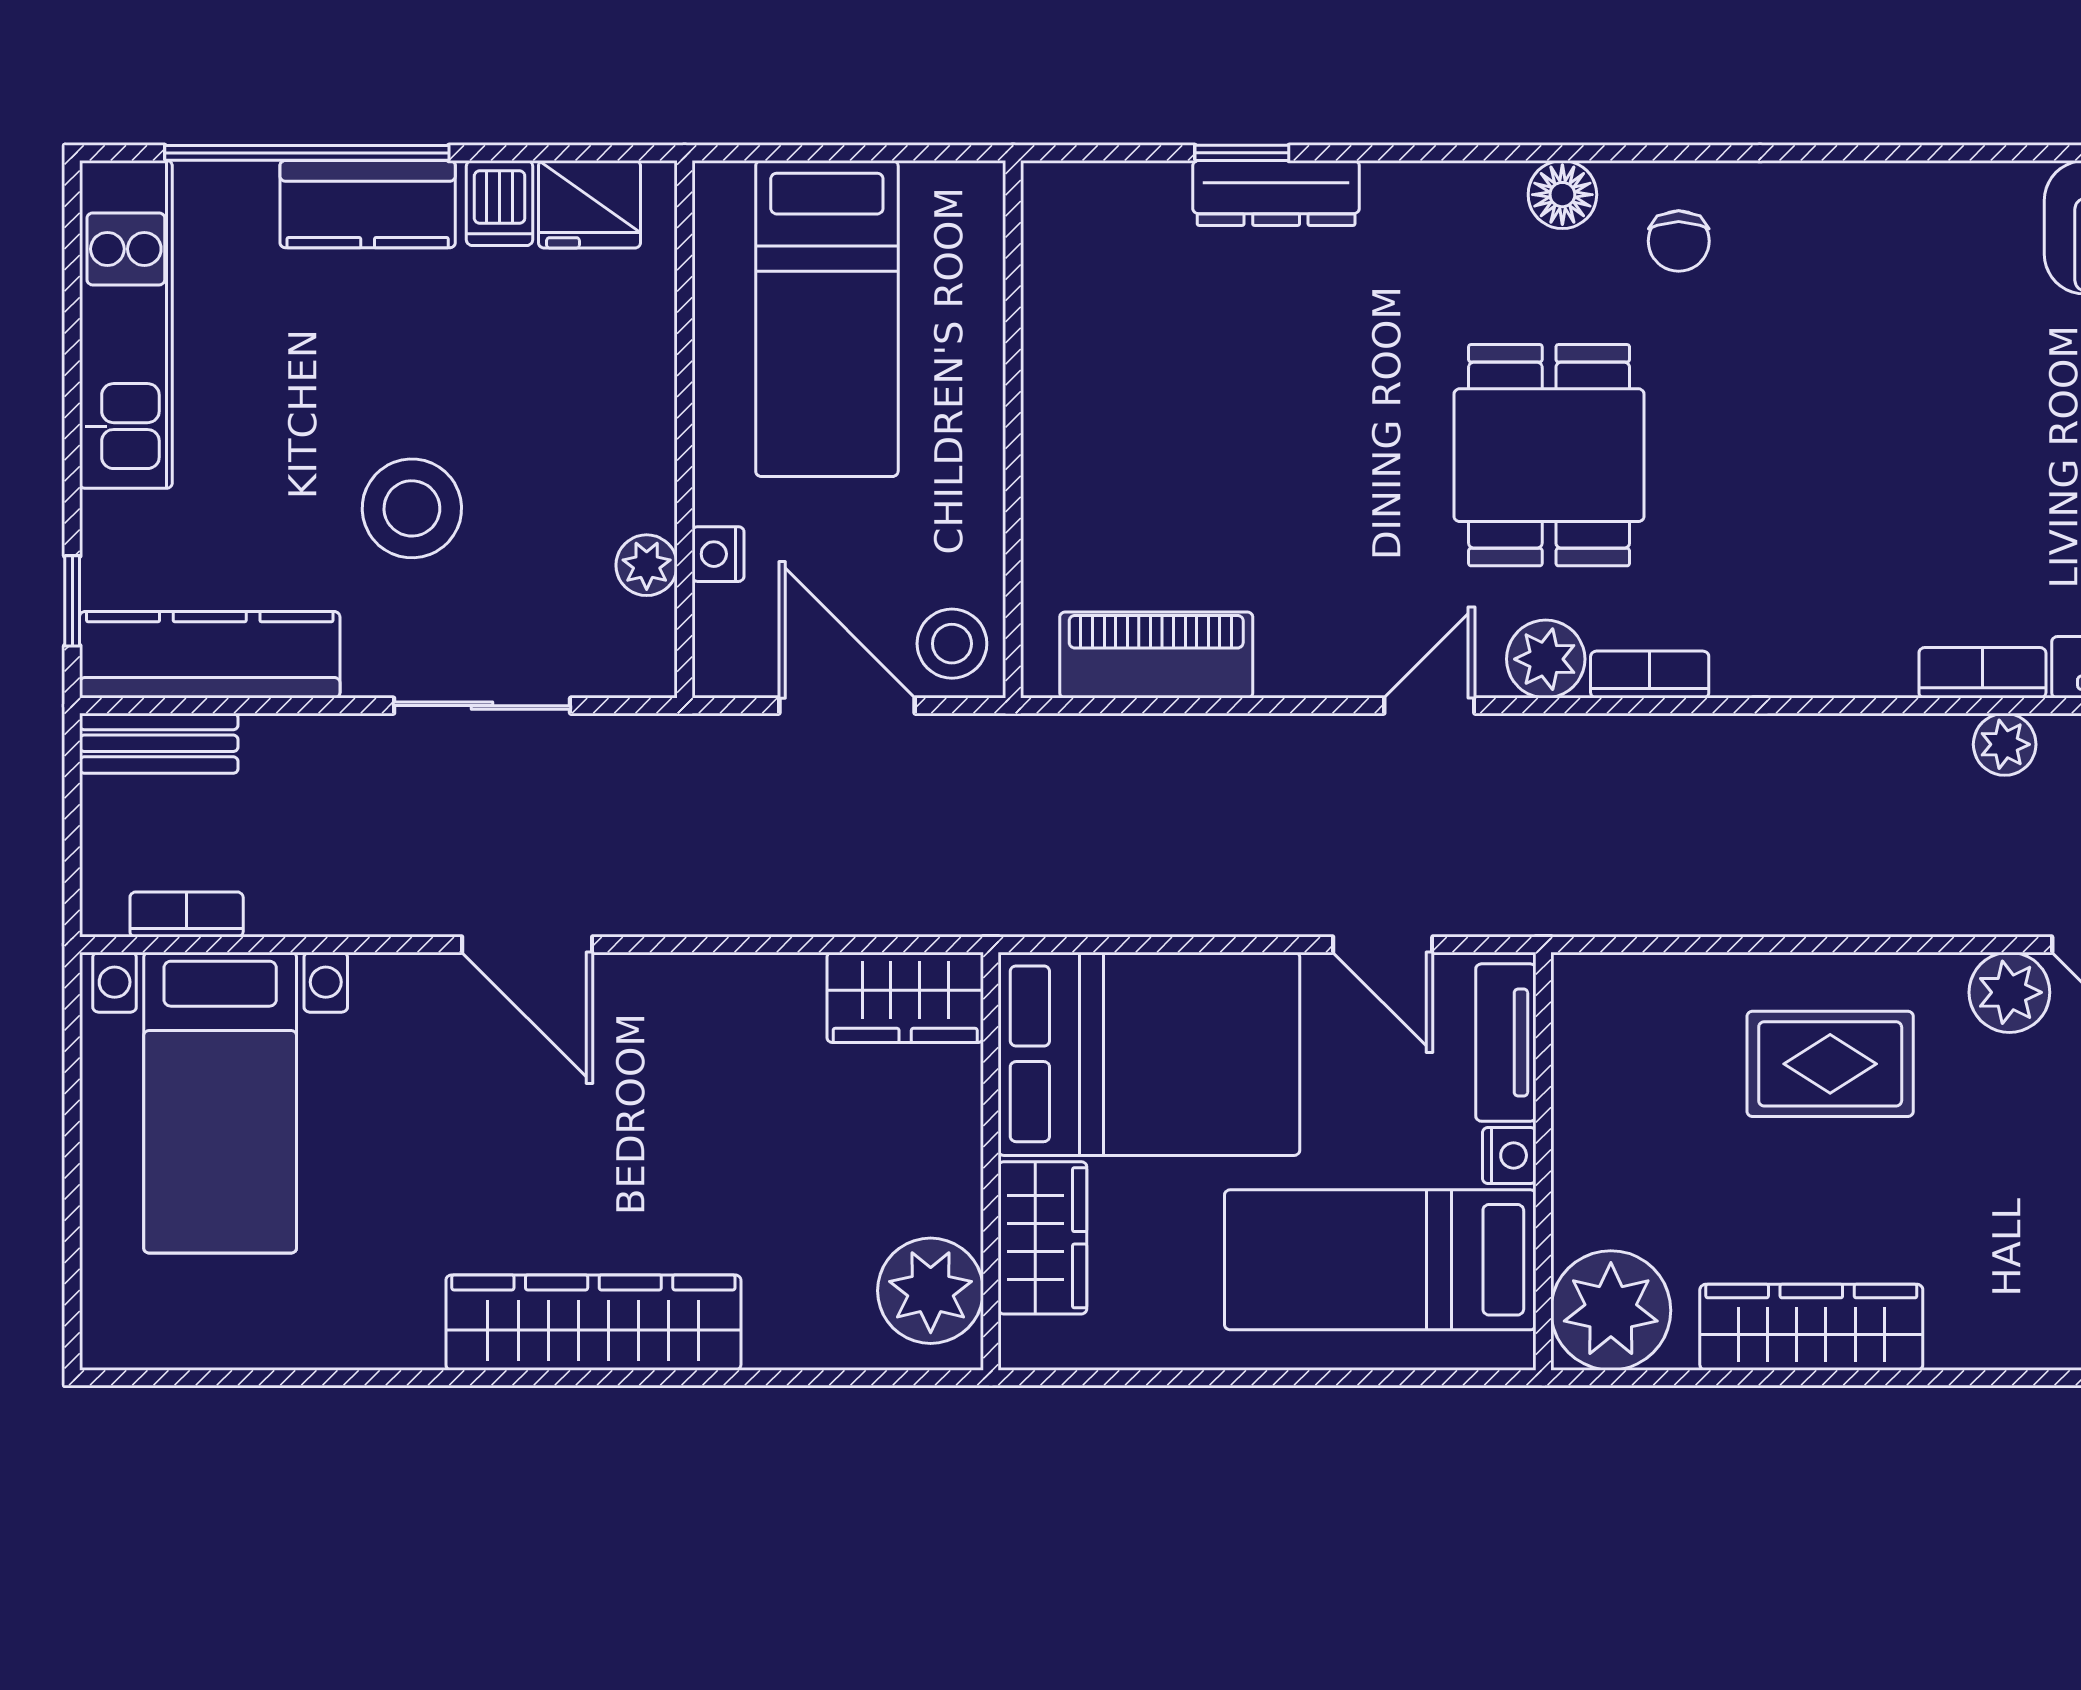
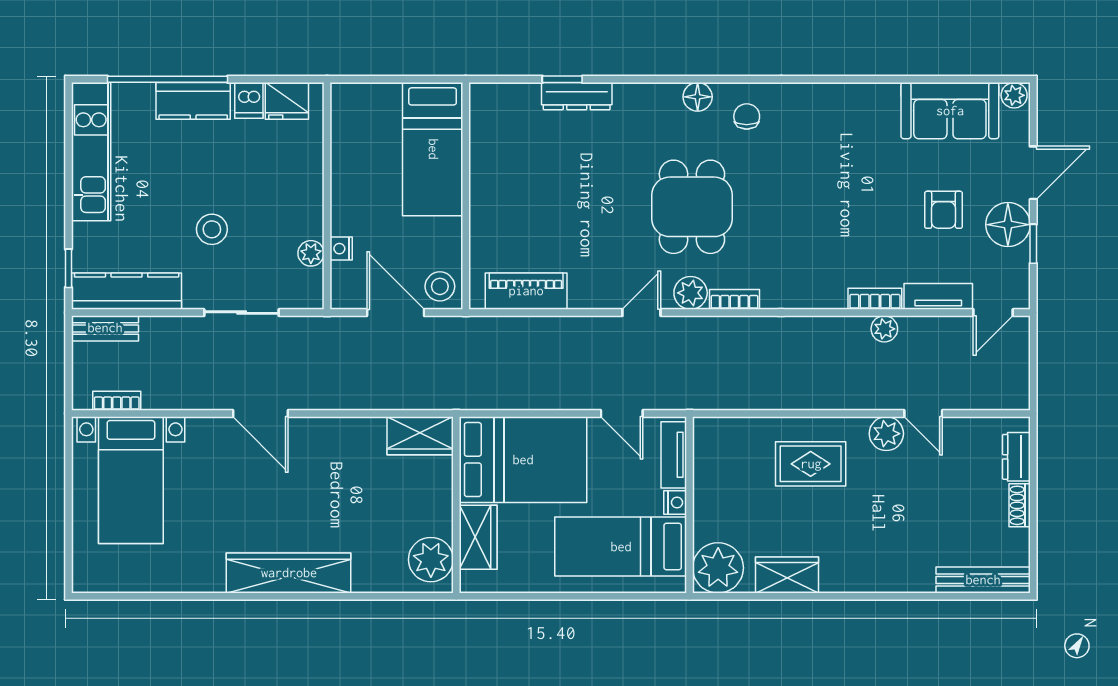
chair: (1679, 241) -> (747, 116), turned 180
bed: (827, 319) -> (433, 149), moved
stool: (412, 508) -> (212, 229), width x0.73, depth x0.73
wardrobe: (1811, 1327) -> (787, 575), width x0.67

